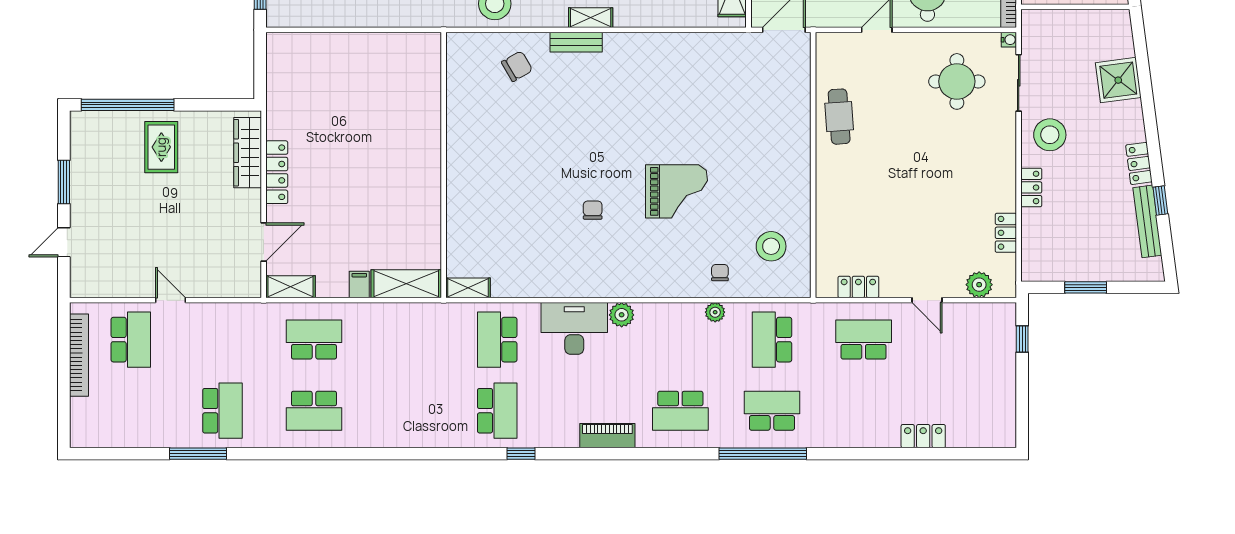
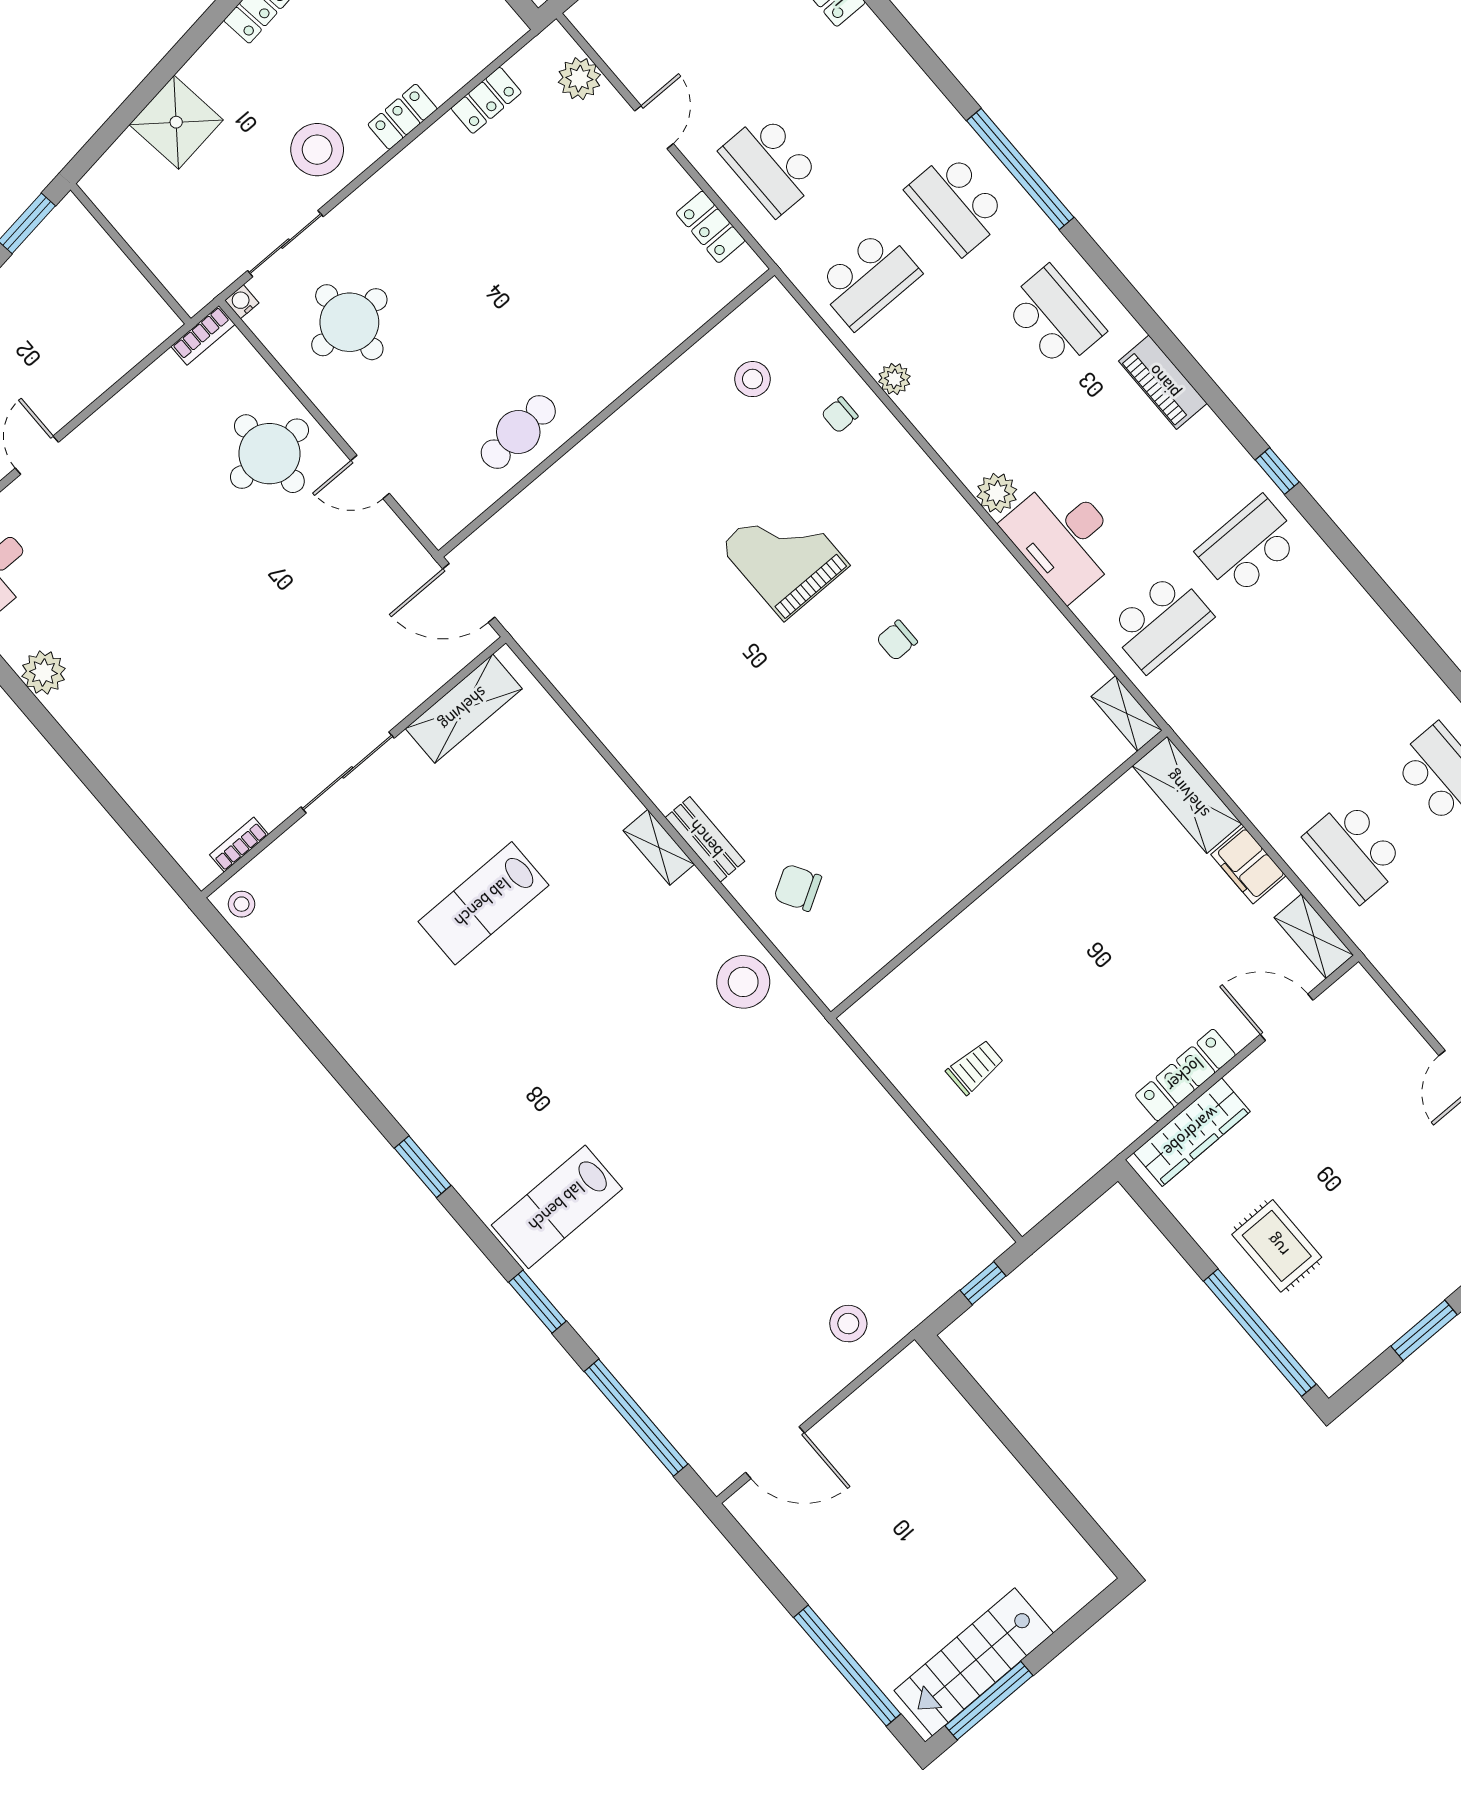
trolley: (364, 78) -> (975, 1067), added
rug: (161, 147) -> (1277, 1246), turned 90
stool: (771, 246) -> (753, 379), width x0.73, depth x0.73
filing cabinet: (359, 284) -> (1248, 865), width x2.00

